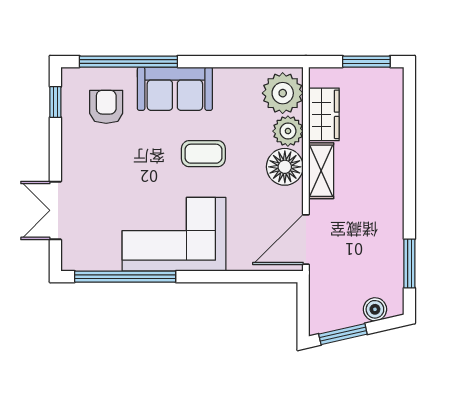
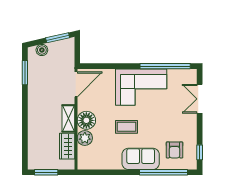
plant: (283, 93) -> (87, 157), removed
double door: (55, 210) -> (200, 99), swing flipped

